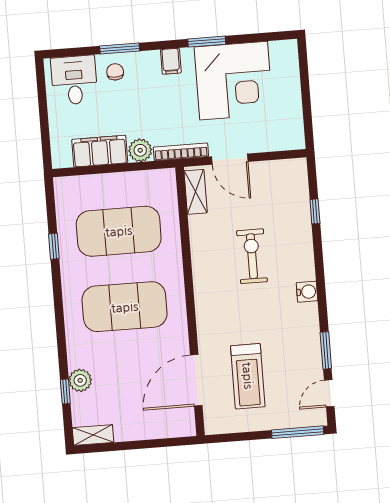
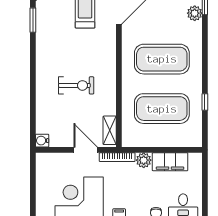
window: (315, 211) -> (33, 111), removed
exercise bike: (252, 256) -> (76, 85), turned -90
water cooler: (307, 292) -> (42, 141), moved

